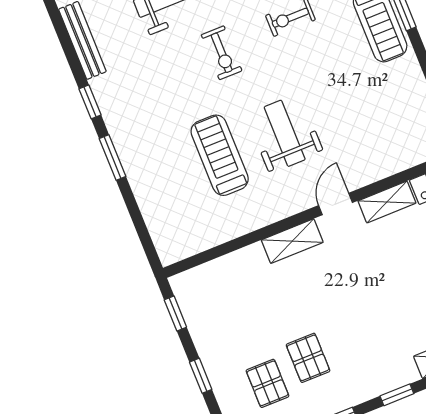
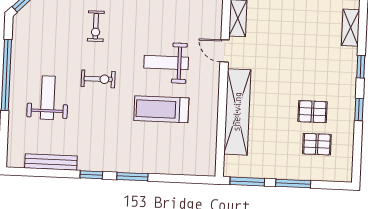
shelving: (292, 241) -> (237, 112), width x2.20, depth x1.33
window: (175, 313) -> (247, 182), width x1.50
window: (201, 376) -> (293, 184), width x1.50

